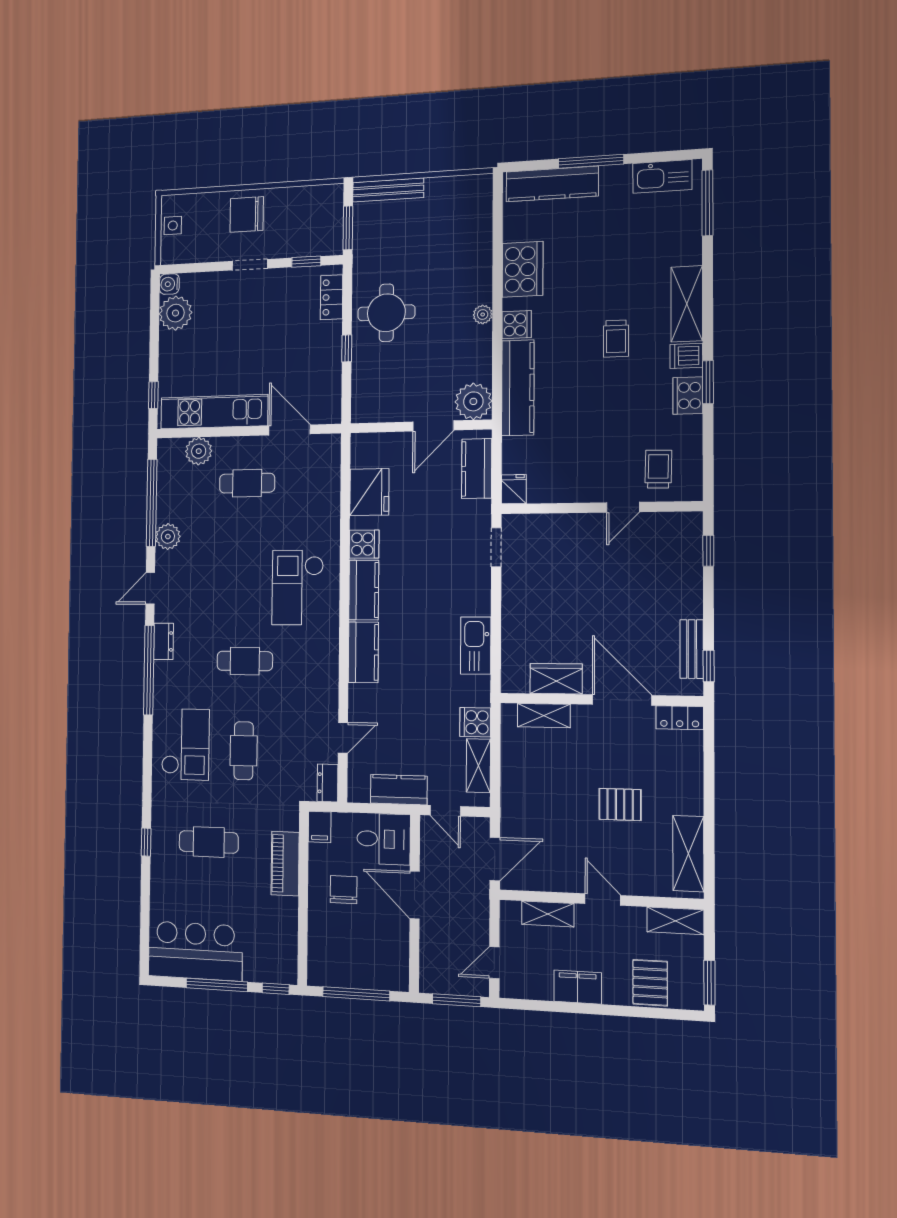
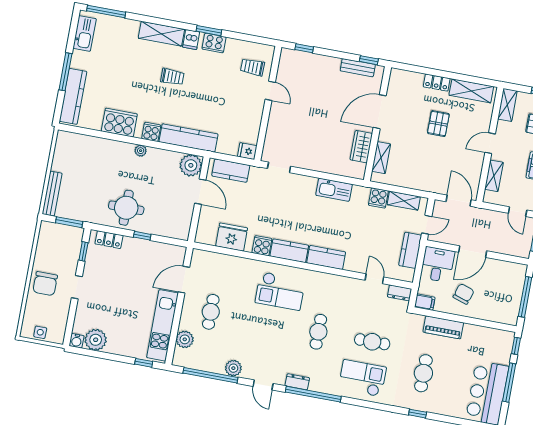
locker: (680, 718) -> (437, 83), moved, turned 90
chair: (344, 890) -> (464, 294), turned 108

